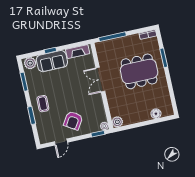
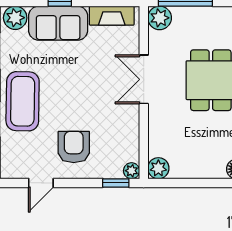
plant: (101, 47) -> (160, 18), added
coffee table: (43, 104) -> (23, 101), width x1.86, depth x1.72
armchair: (73, 121) -> (74, 147), turned 148

